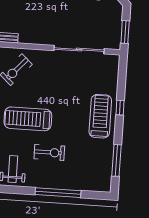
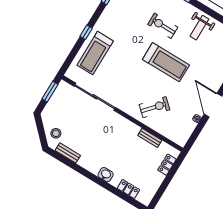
treadmill: (100, 116) -> (95, 53), moved

